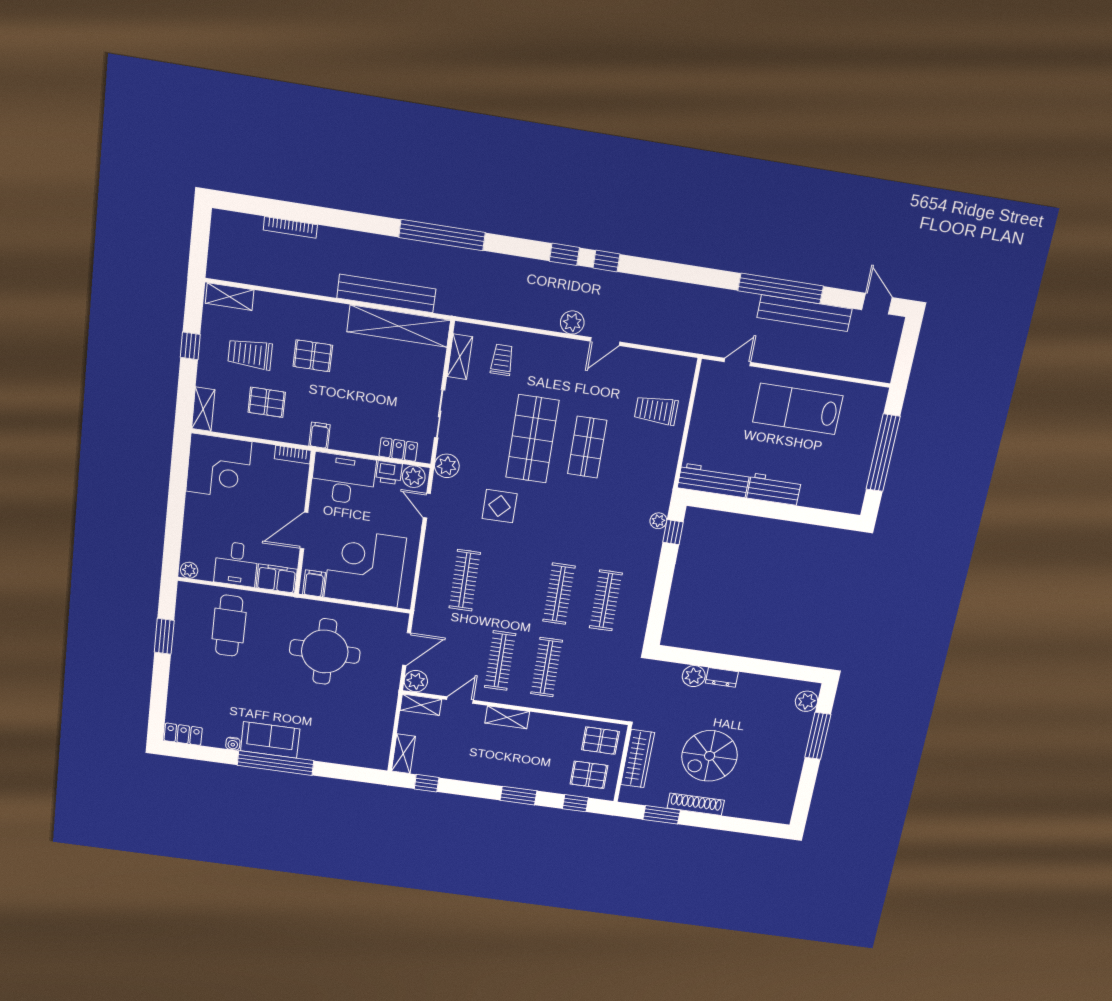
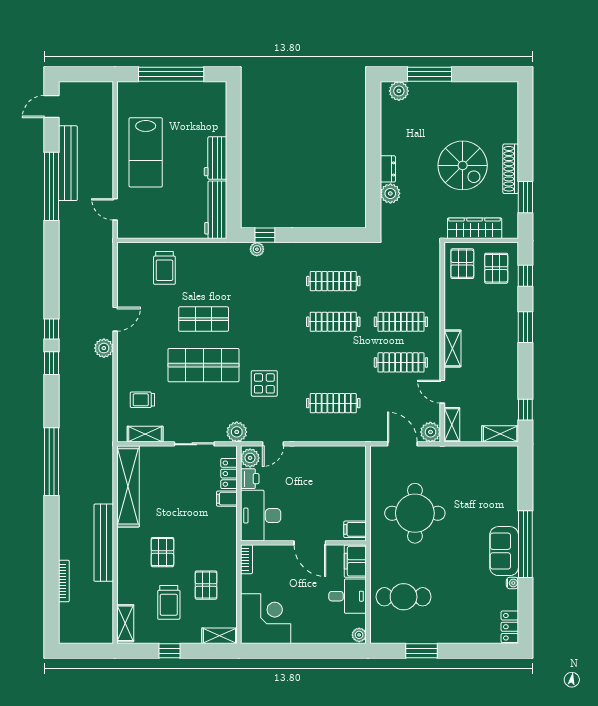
bench: (386, 293) -> (104, 543), moved
door: (605, 342) -> (115, 319), hinge flipped
filing cabinet: (320, 435) -> (227, 499), moved
corner desk: (365, 568) -> (335, 488), removed

